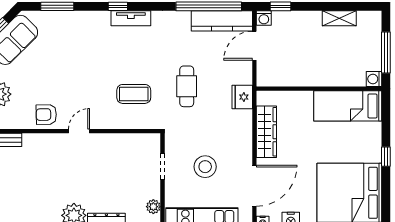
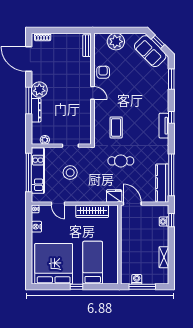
washing machine: (264, 18) -> (164, 222), moved
door: (254, 46) -> (132, 204), moved
washing machine: (374, 79) -> (137, 279), moved
bed: (348, 106) -> (93, 263), moved
door: (254, 186) -> (58, 204), width x0.53

